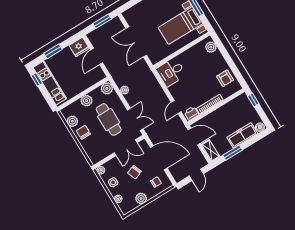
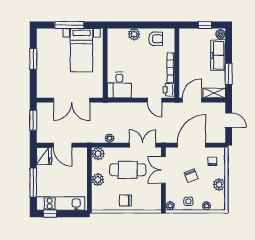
plant: (211, 47) -> (134, 34), moved
window: (53, 51) -> (33, 183), width x1.44
window: (253, 100) -> (205, 25), moved
plant: (72, 121) -> (109, 204), removed
double door: (126, 148) -> (163, 170), swing flipped

